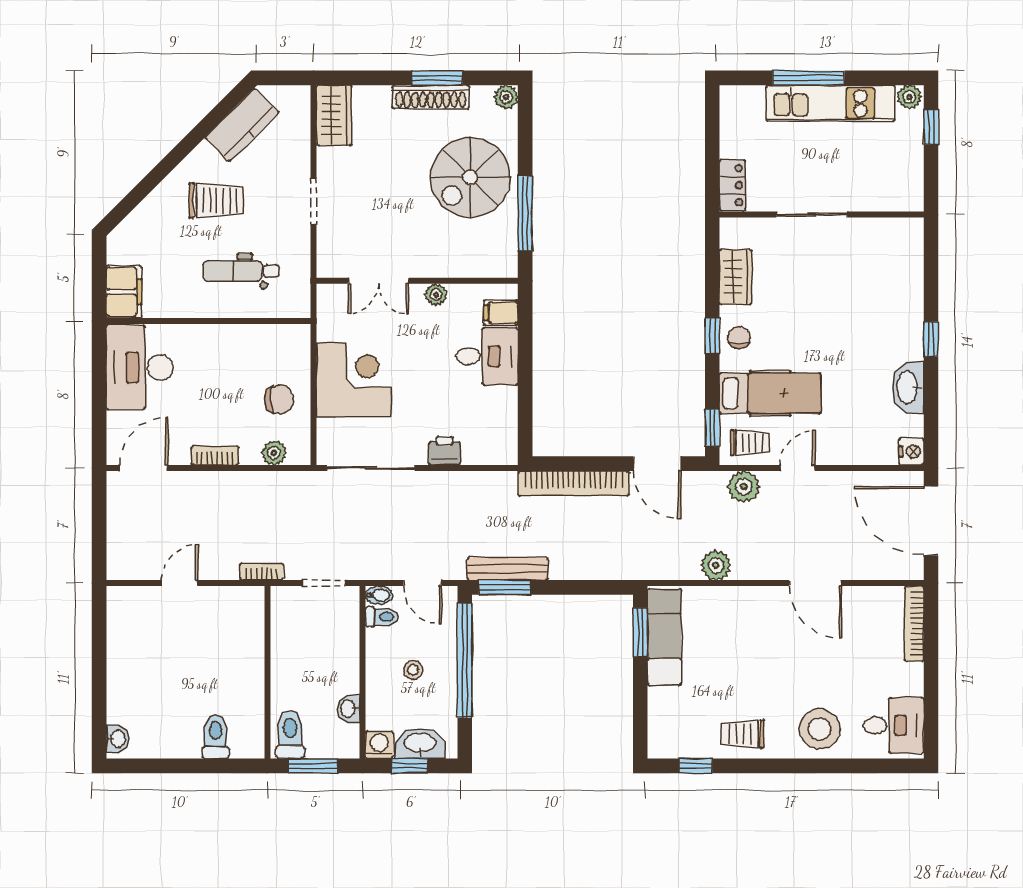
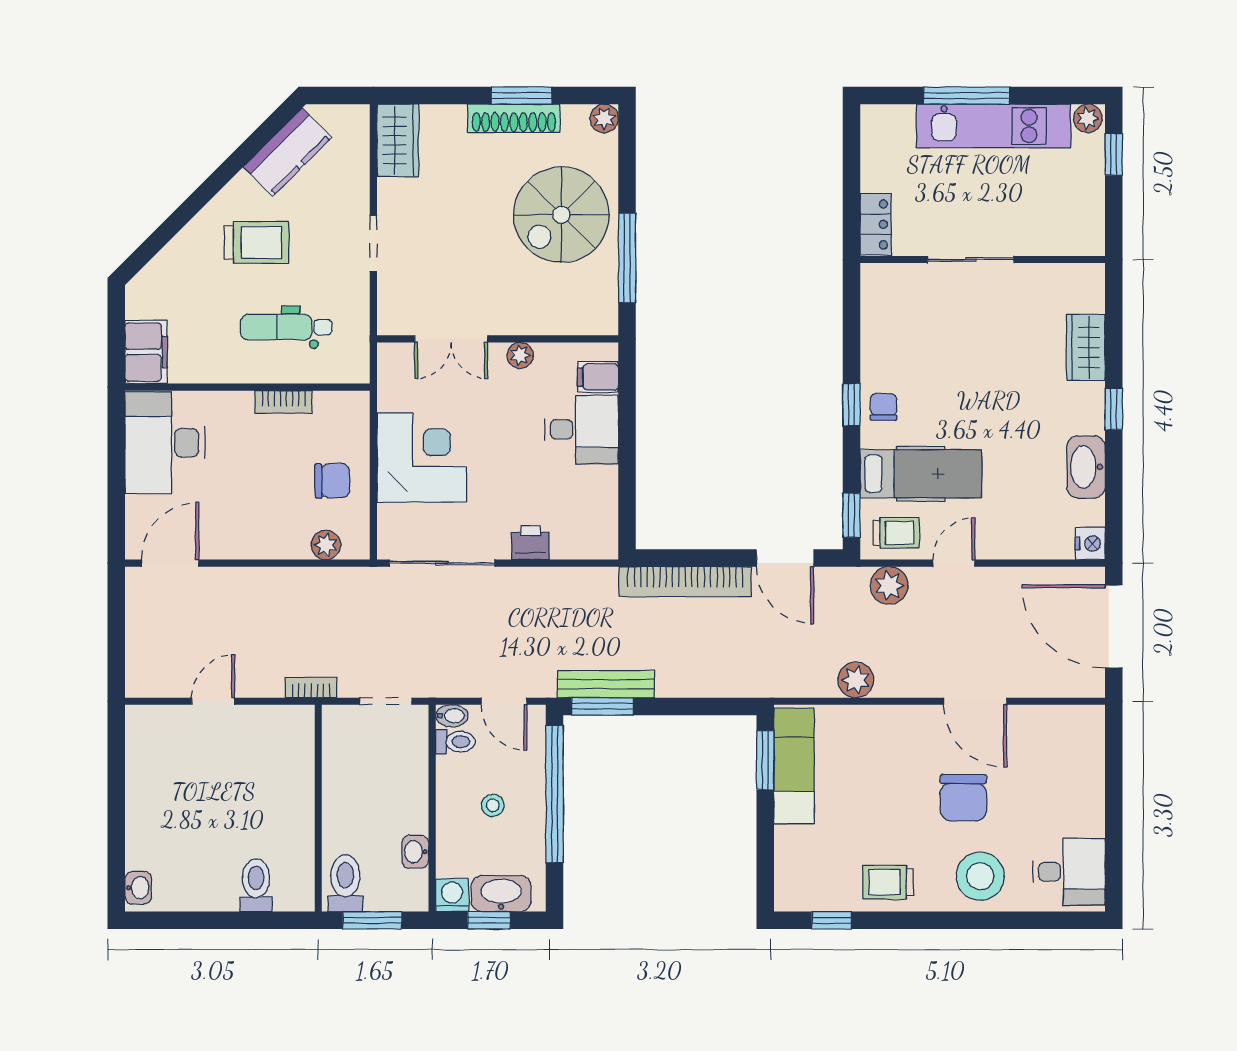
wardrobe: (736, 277) -> (1086, 347), moved, turned 180
bookcase: (215, 456) -> (284, 402), moved, turned 180
bookcase: (914, 624) -> (1094, 750), removed
chair: (806, 664) -> (963, 798), added

